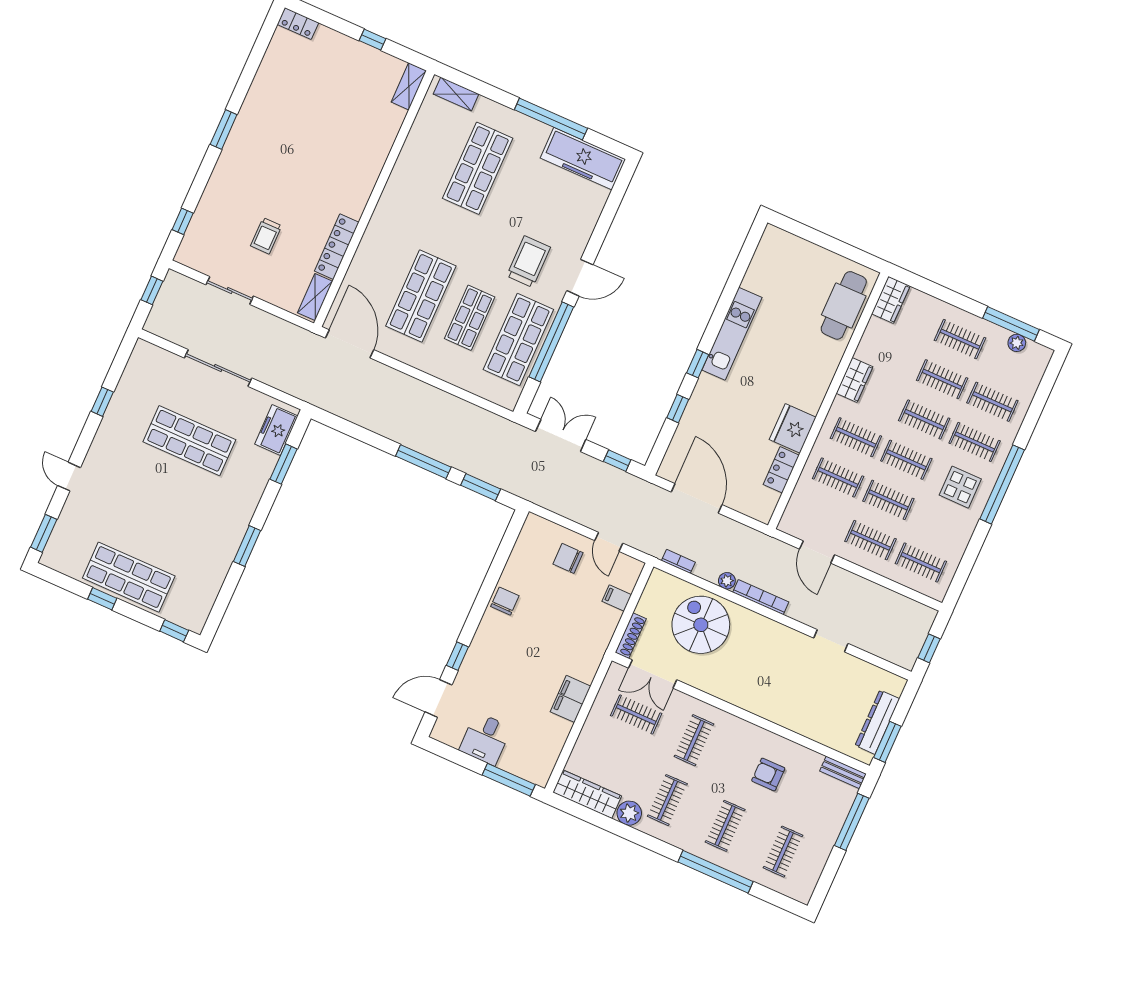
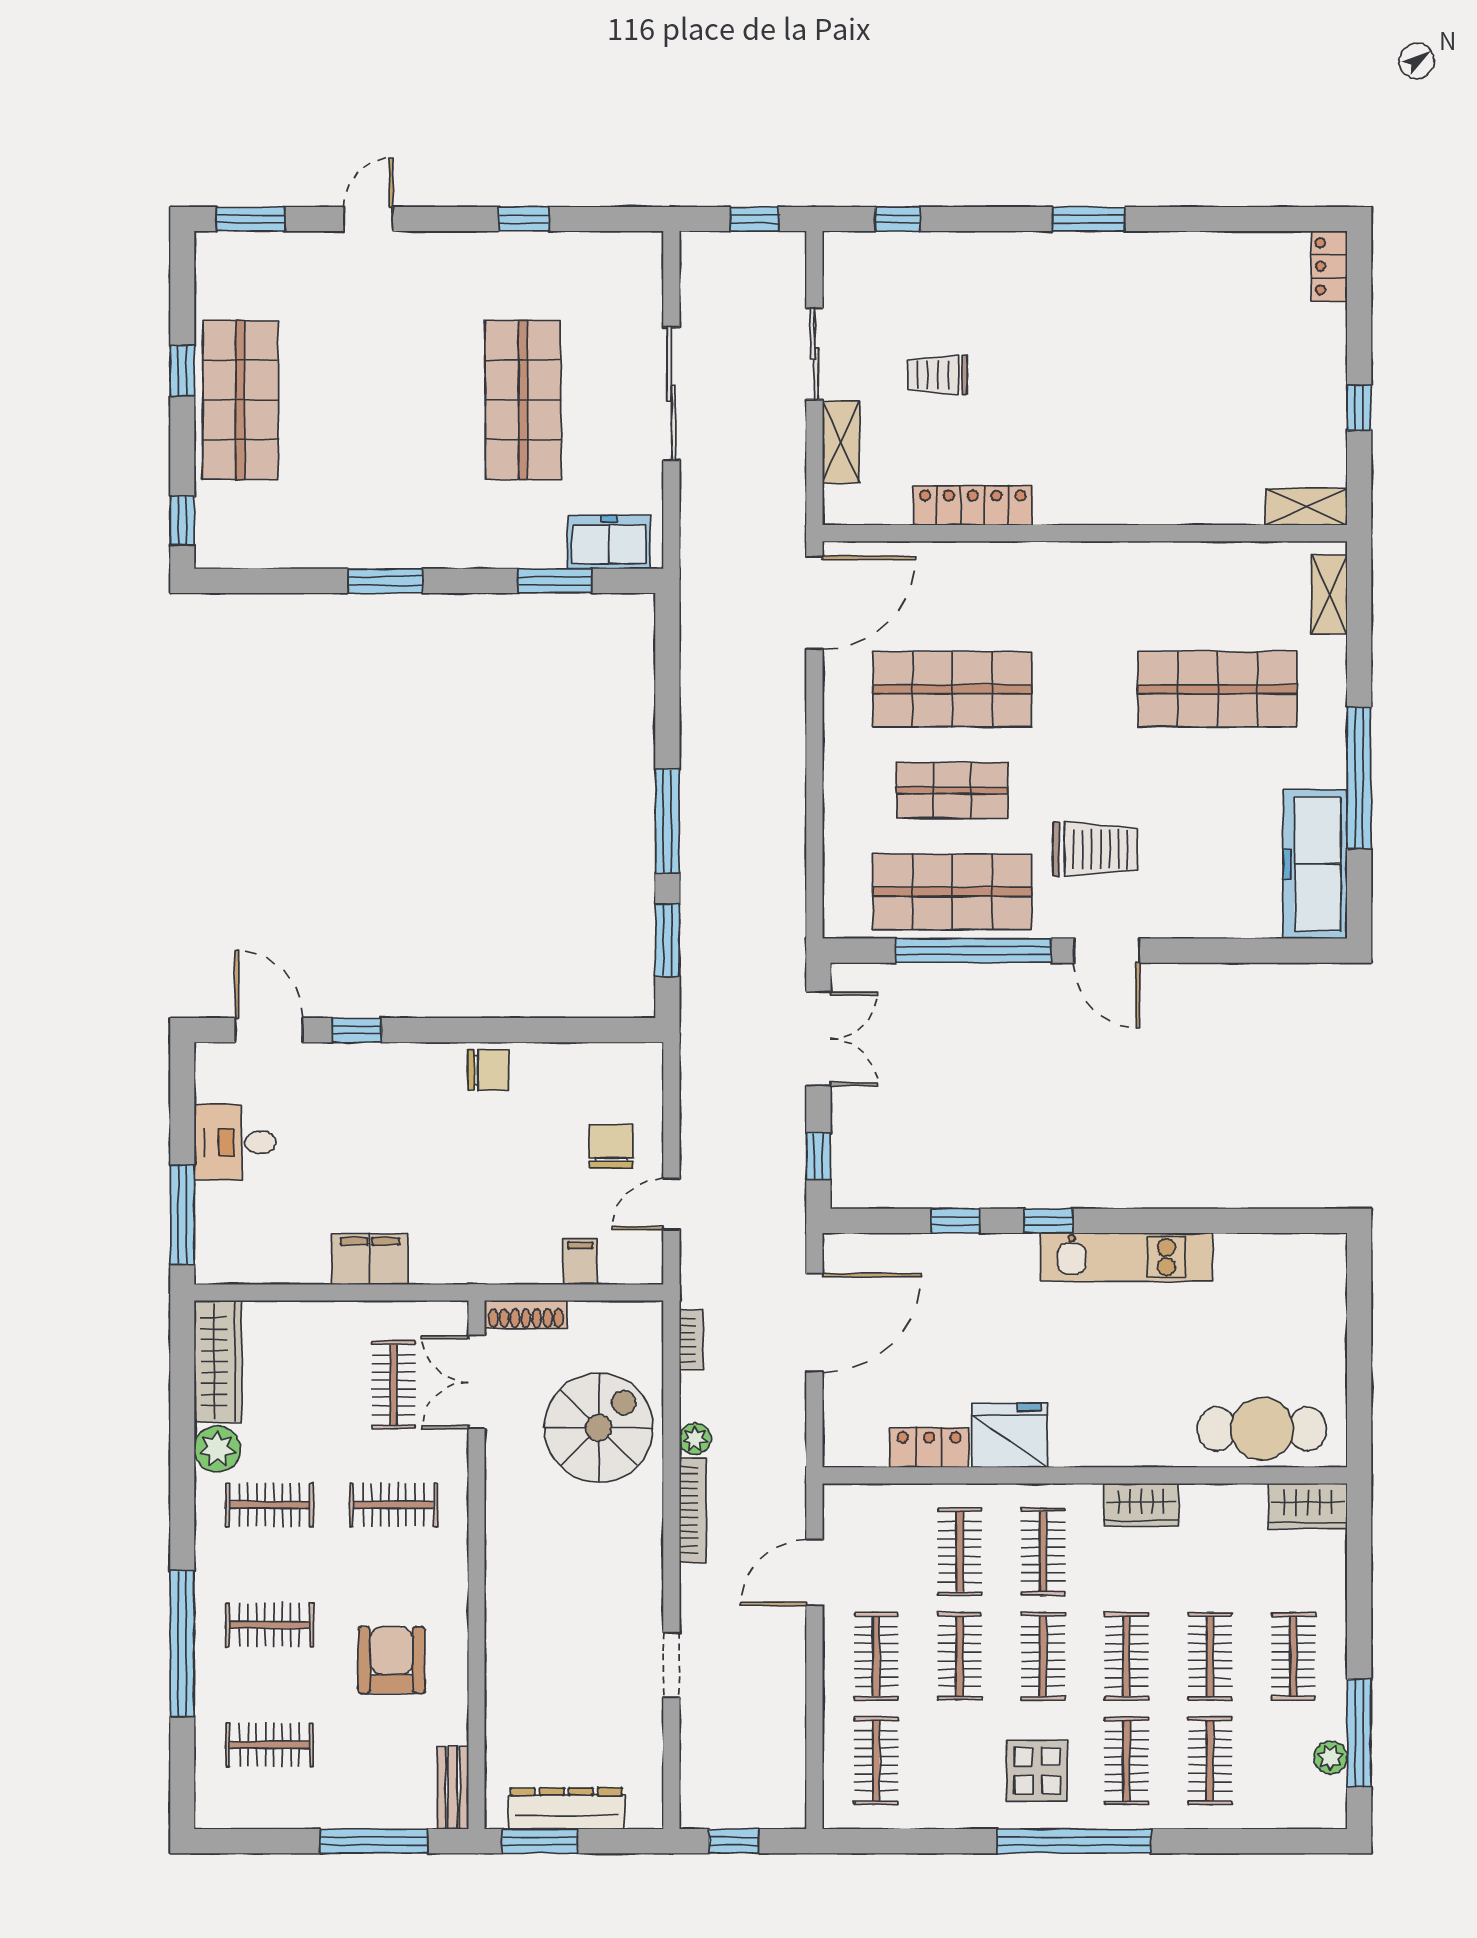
shelving: (315, 297) -> (841, 442), moved, turned 90
armchair: (768, 774) -> (392, 1660), width x1.38, depth x1.38

